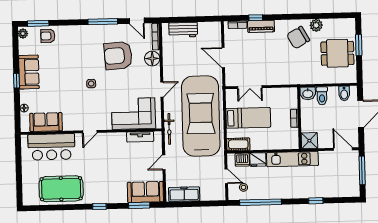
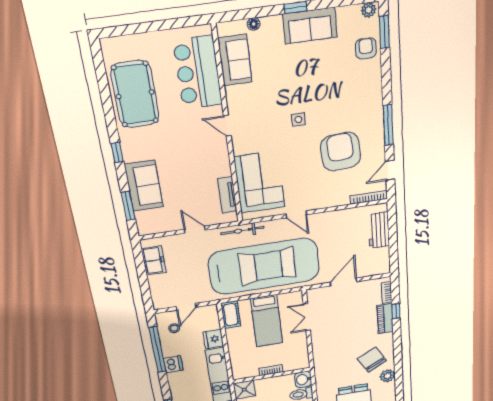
floor lamp: (152, 59) -> (338, 197), removed
dishwasher: (242, 160) -> (173, 364), moved, turned 180
sofa: (145, 192) -> (144, 186), moved
freezer: (184, 194) -> (154, 261), width x0.71

